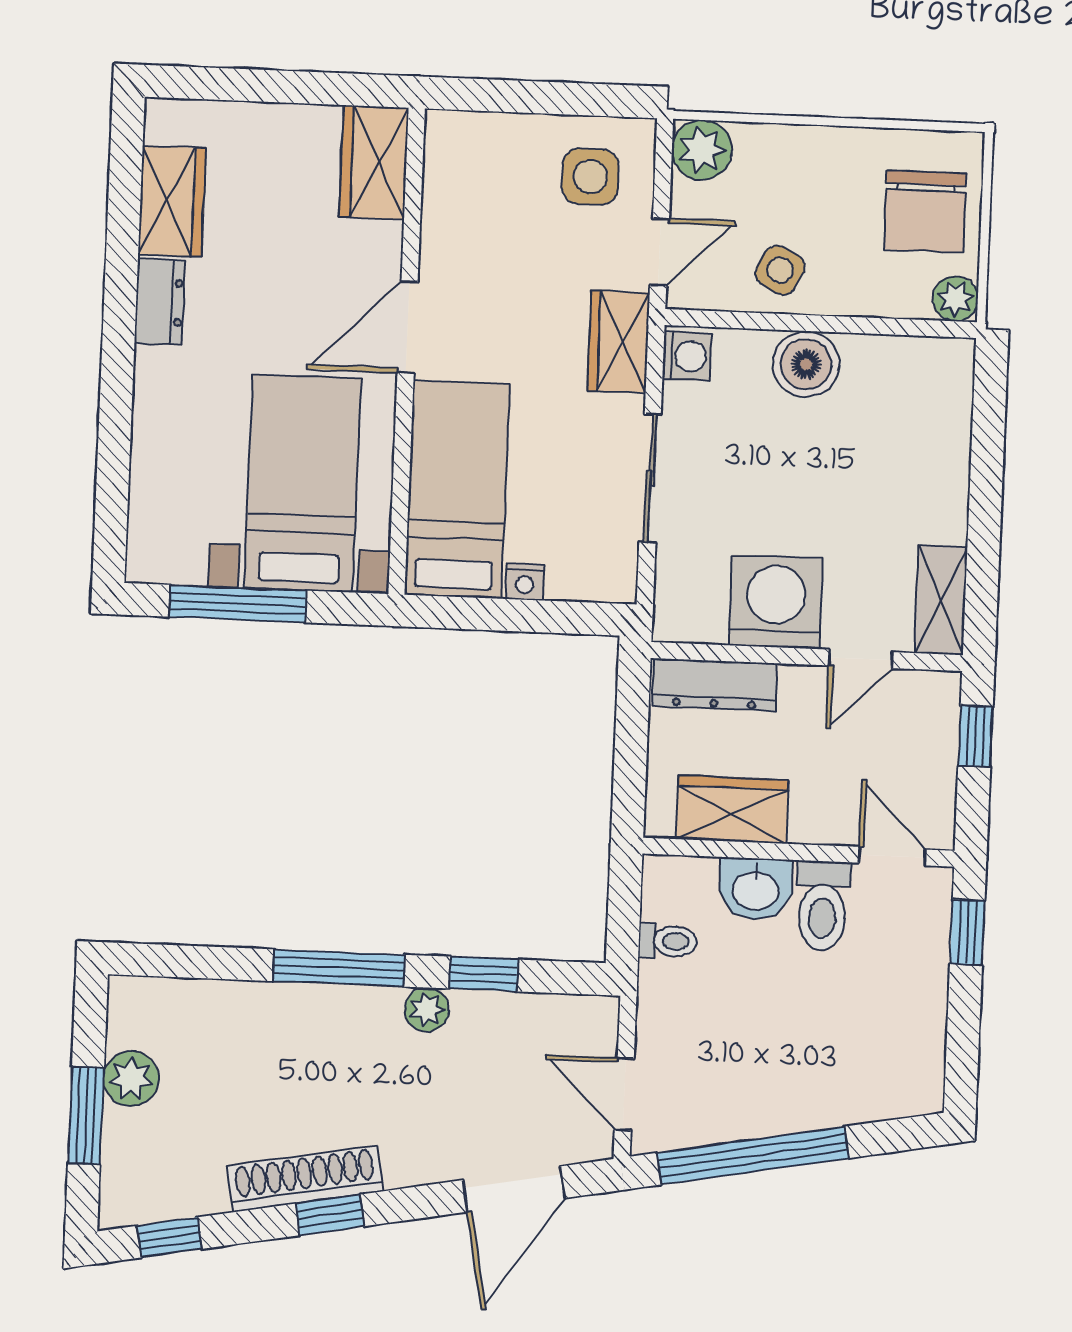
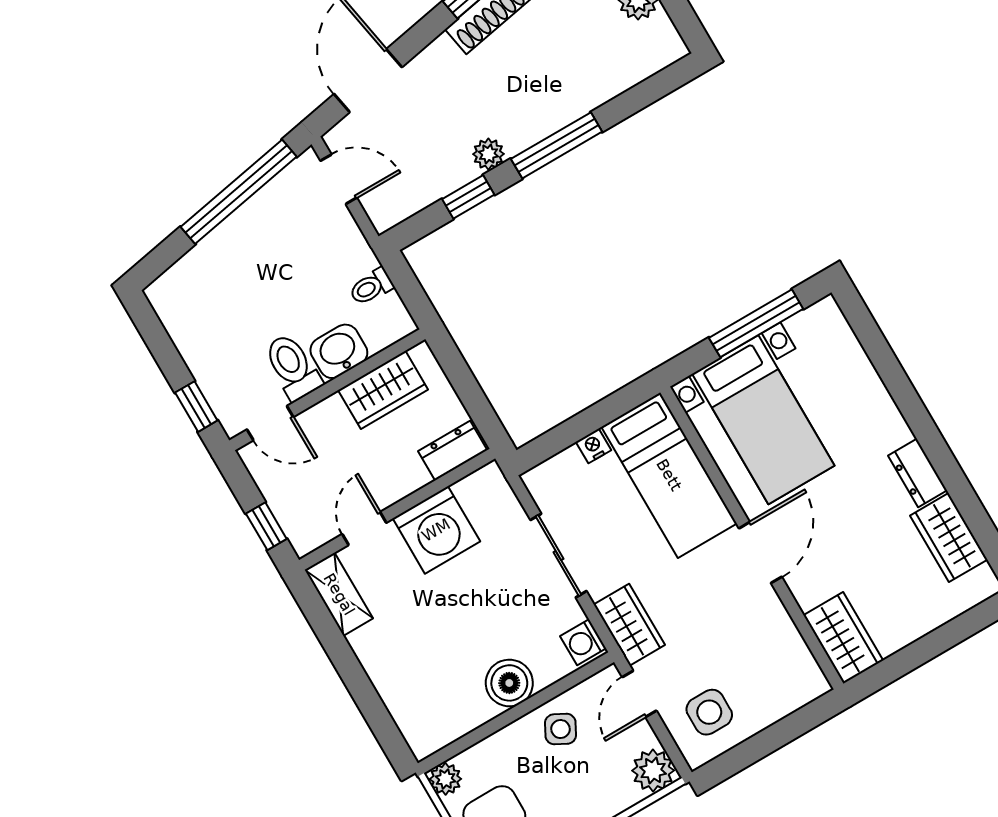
dresser: (715, 685) -> (453, 451), width x0.70

